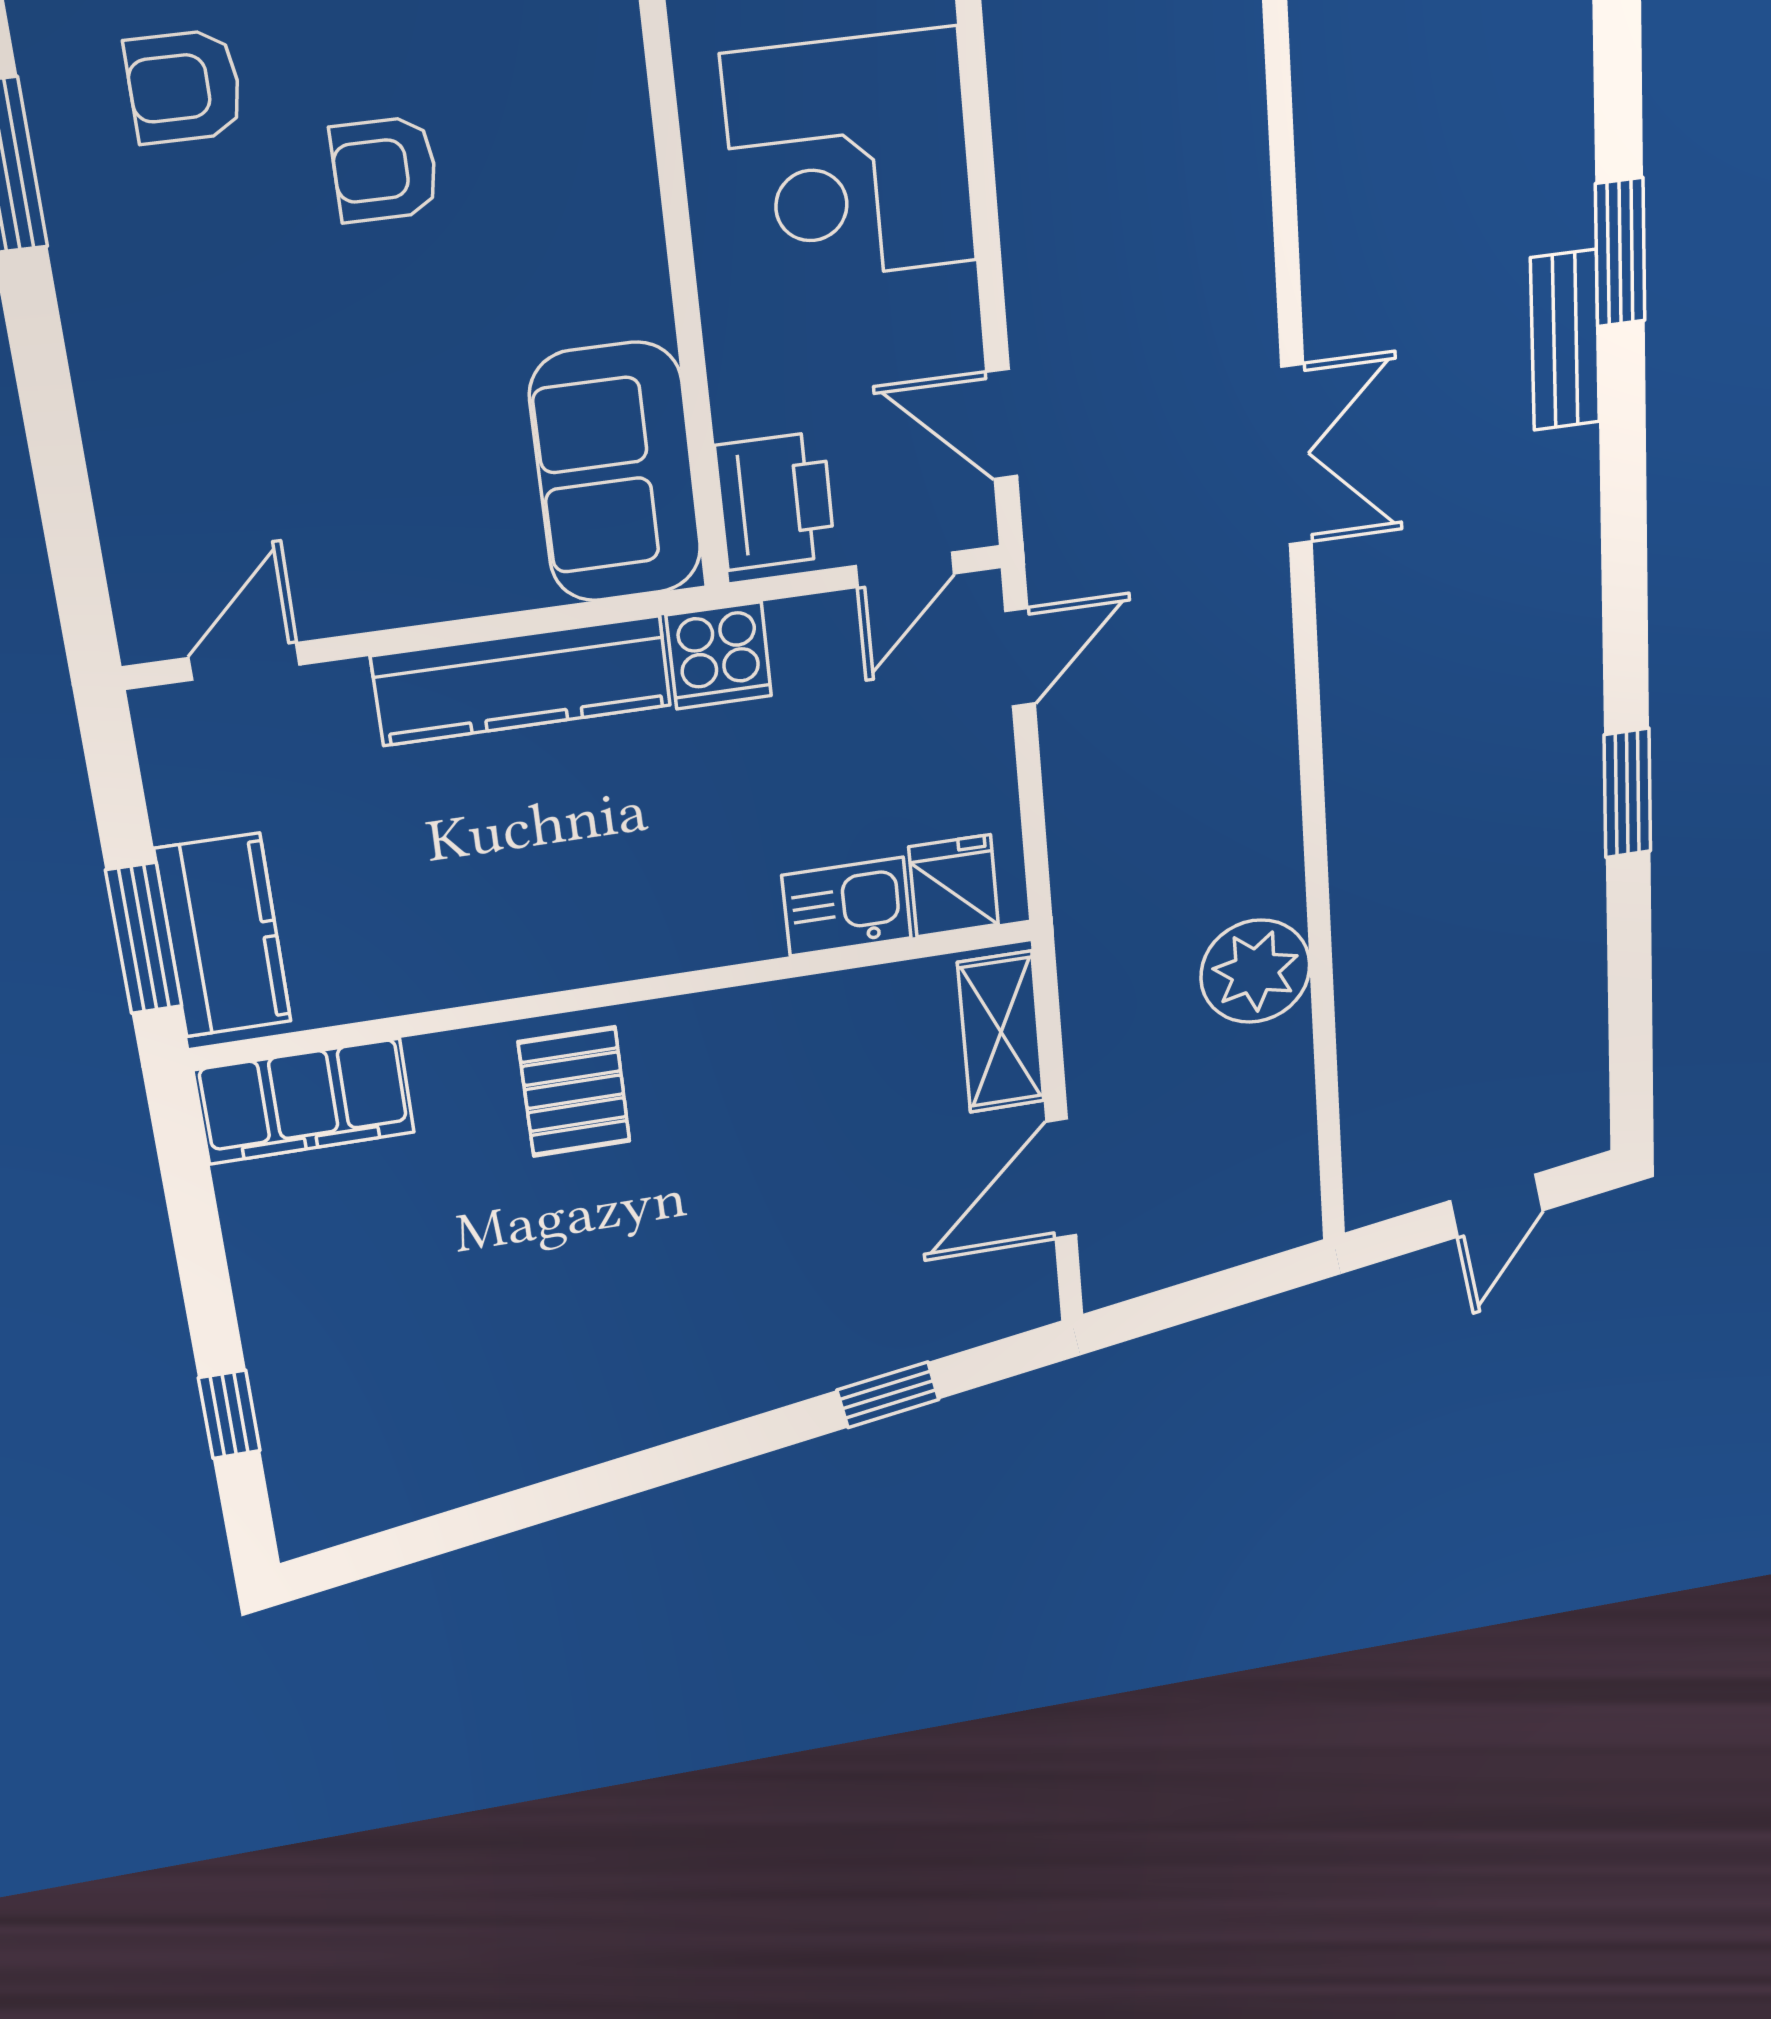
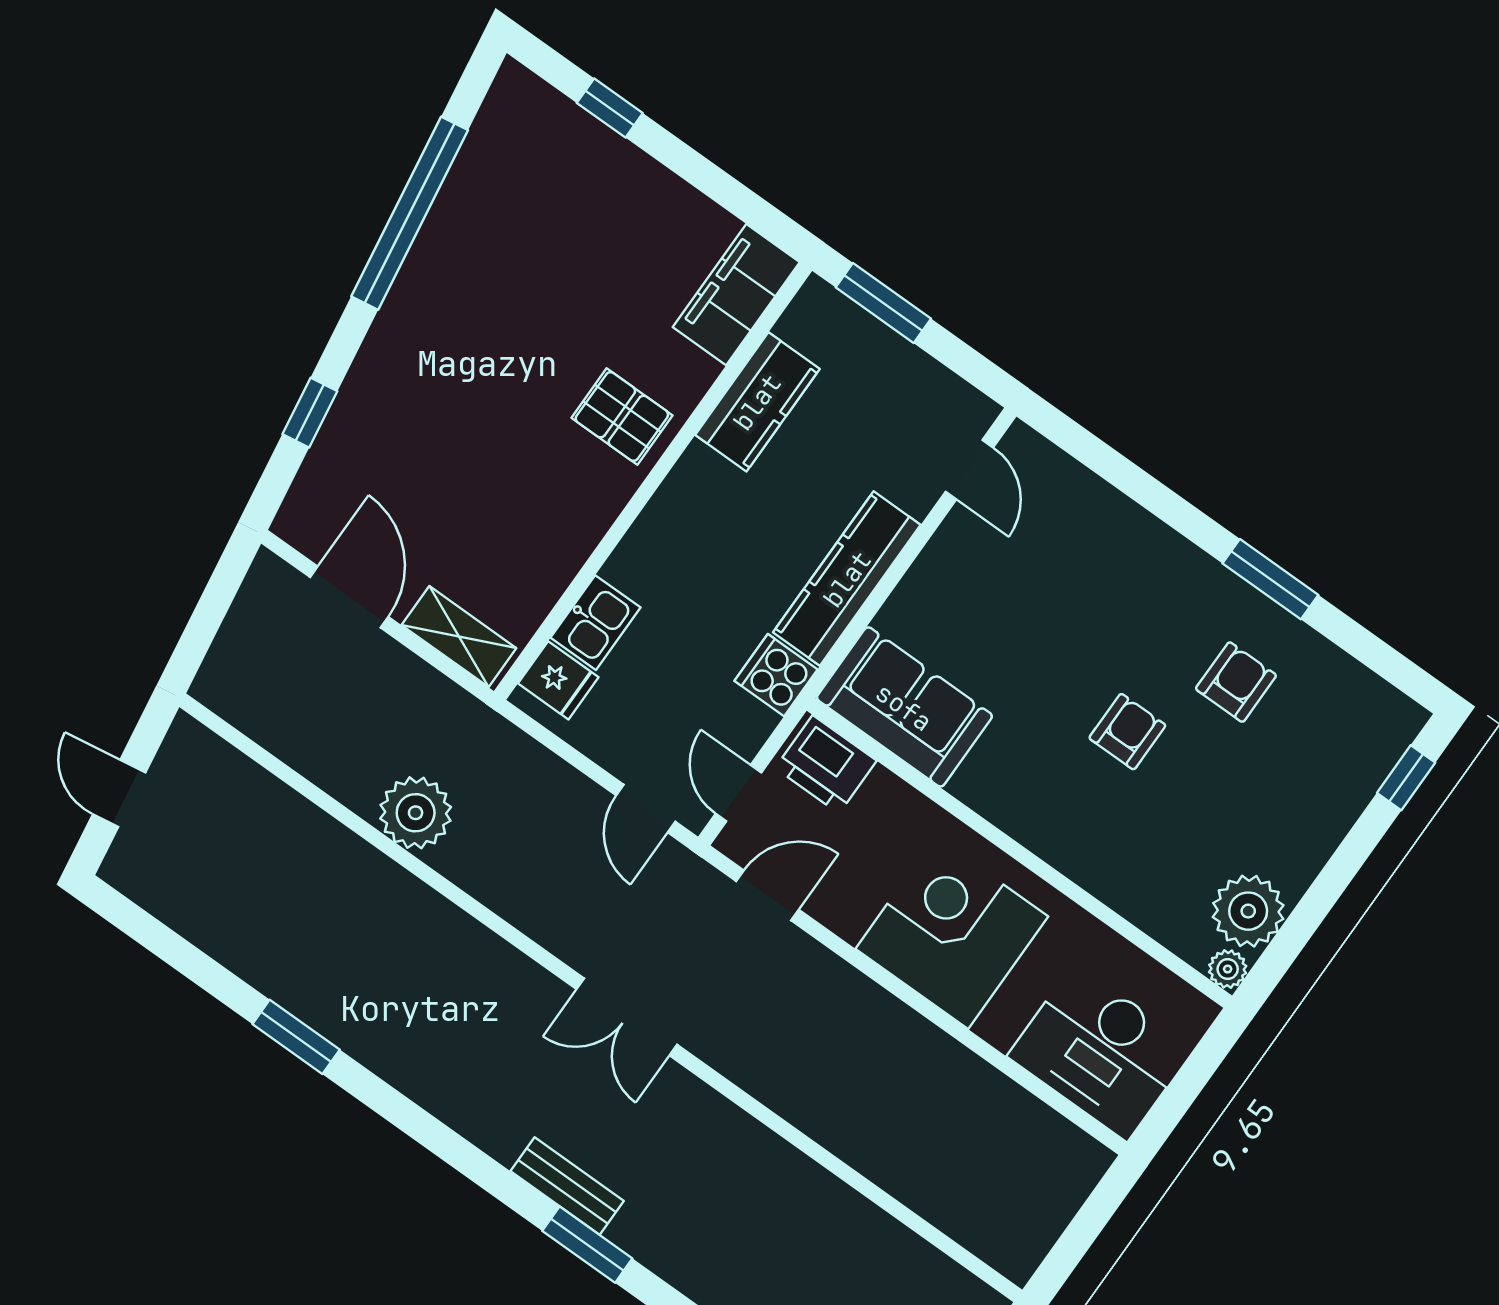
kitchen counter: (223, 936) -> (757, 402), moved, turned -90
plant: (1255, 971) -> (416, 813), moved
window: (563, 1496) -> (410, 213), added

